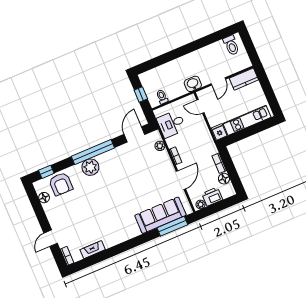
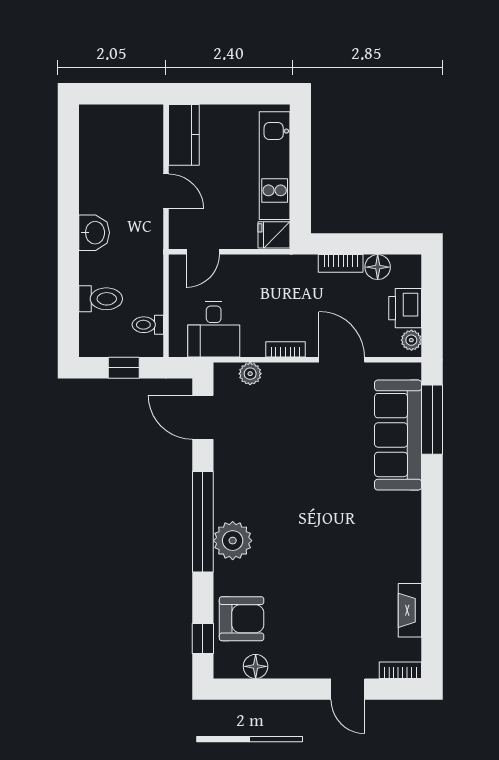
toilet: (231, 45) -> (101, 299), moved
washbasin: (193, 84) -> (94, 233), moved, turned 180

